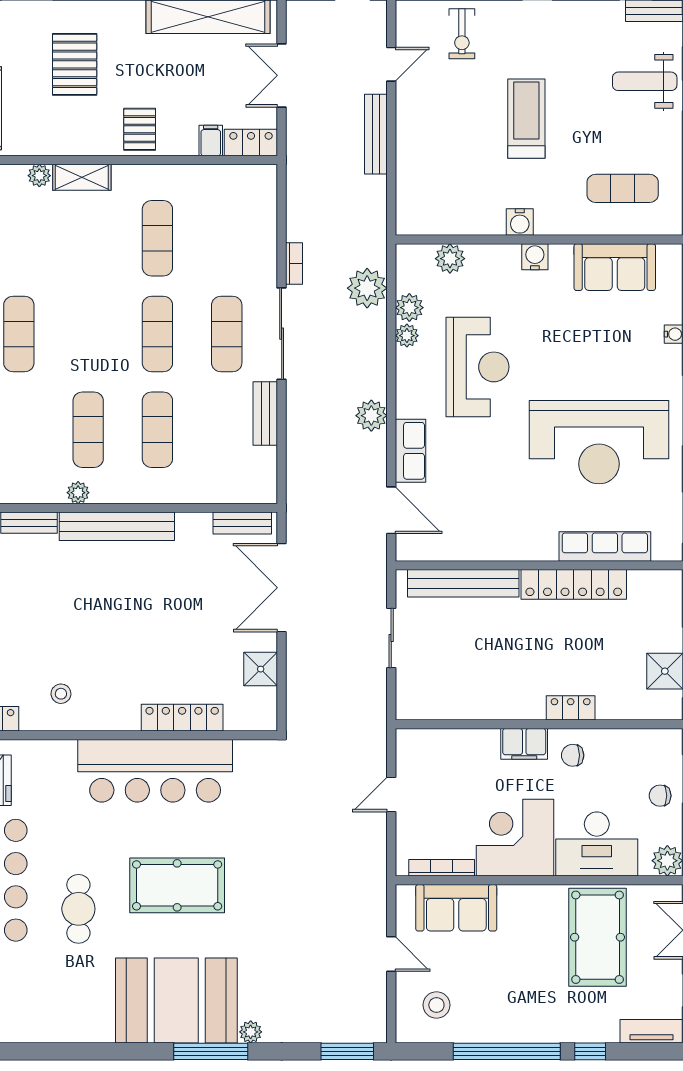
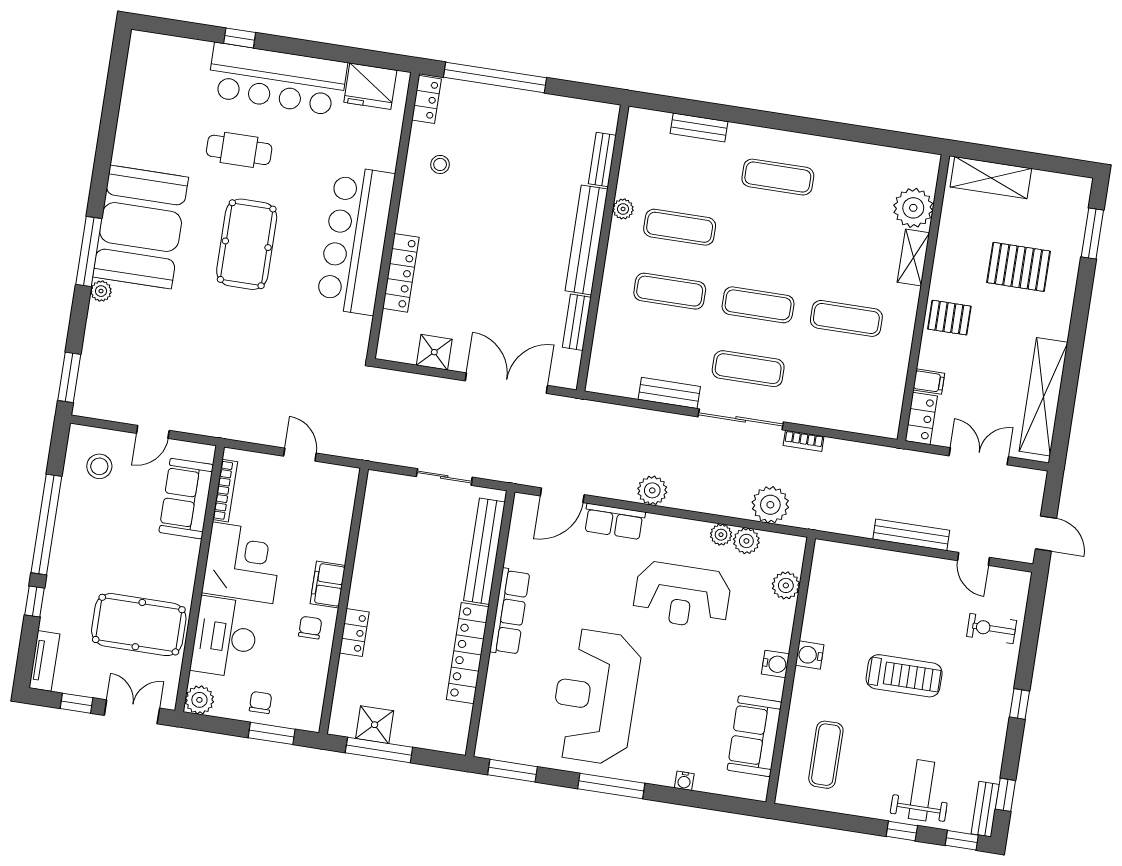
plant: (39, 176) -> (913, 208), width x1.87, depth x1.87
bench: (242, 523) -> (577, 322), moved
row of seats: (605, 546) -> (510, 612), moved

